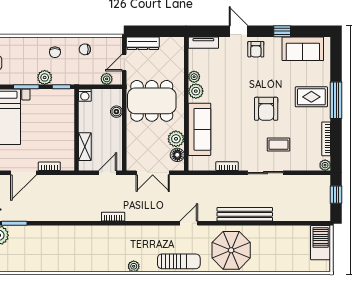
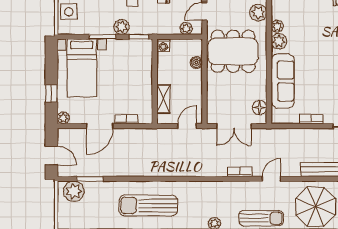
plant: (176, 139) -> (258, 13), moved
bookcase: (113, 217) -> (240, 172), moved
sun lounger: (70, 249) -> (148, 206), added

